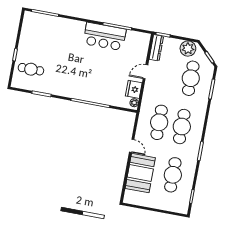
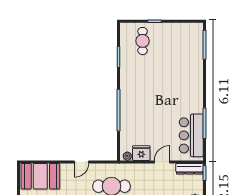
bar counter: (105, 37) -> (191, 135), moved
door: (145, 72) -> (162, 162), hinge flipped
booth: (140, 173) -> (40, 176), moved

